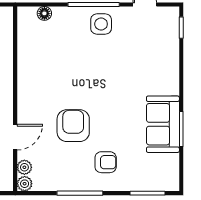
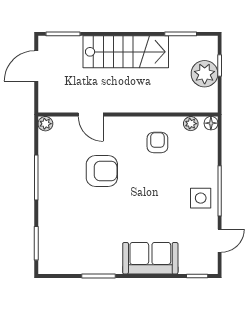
floor lamp: (44, 13) -> (211, 123), moved
sofa: (163, 124) -> (150, 258), moved
armchair: (106, 162) -> (157, 143), moved, turned 180
plant: (24, 167) -> (191, 124), moved

